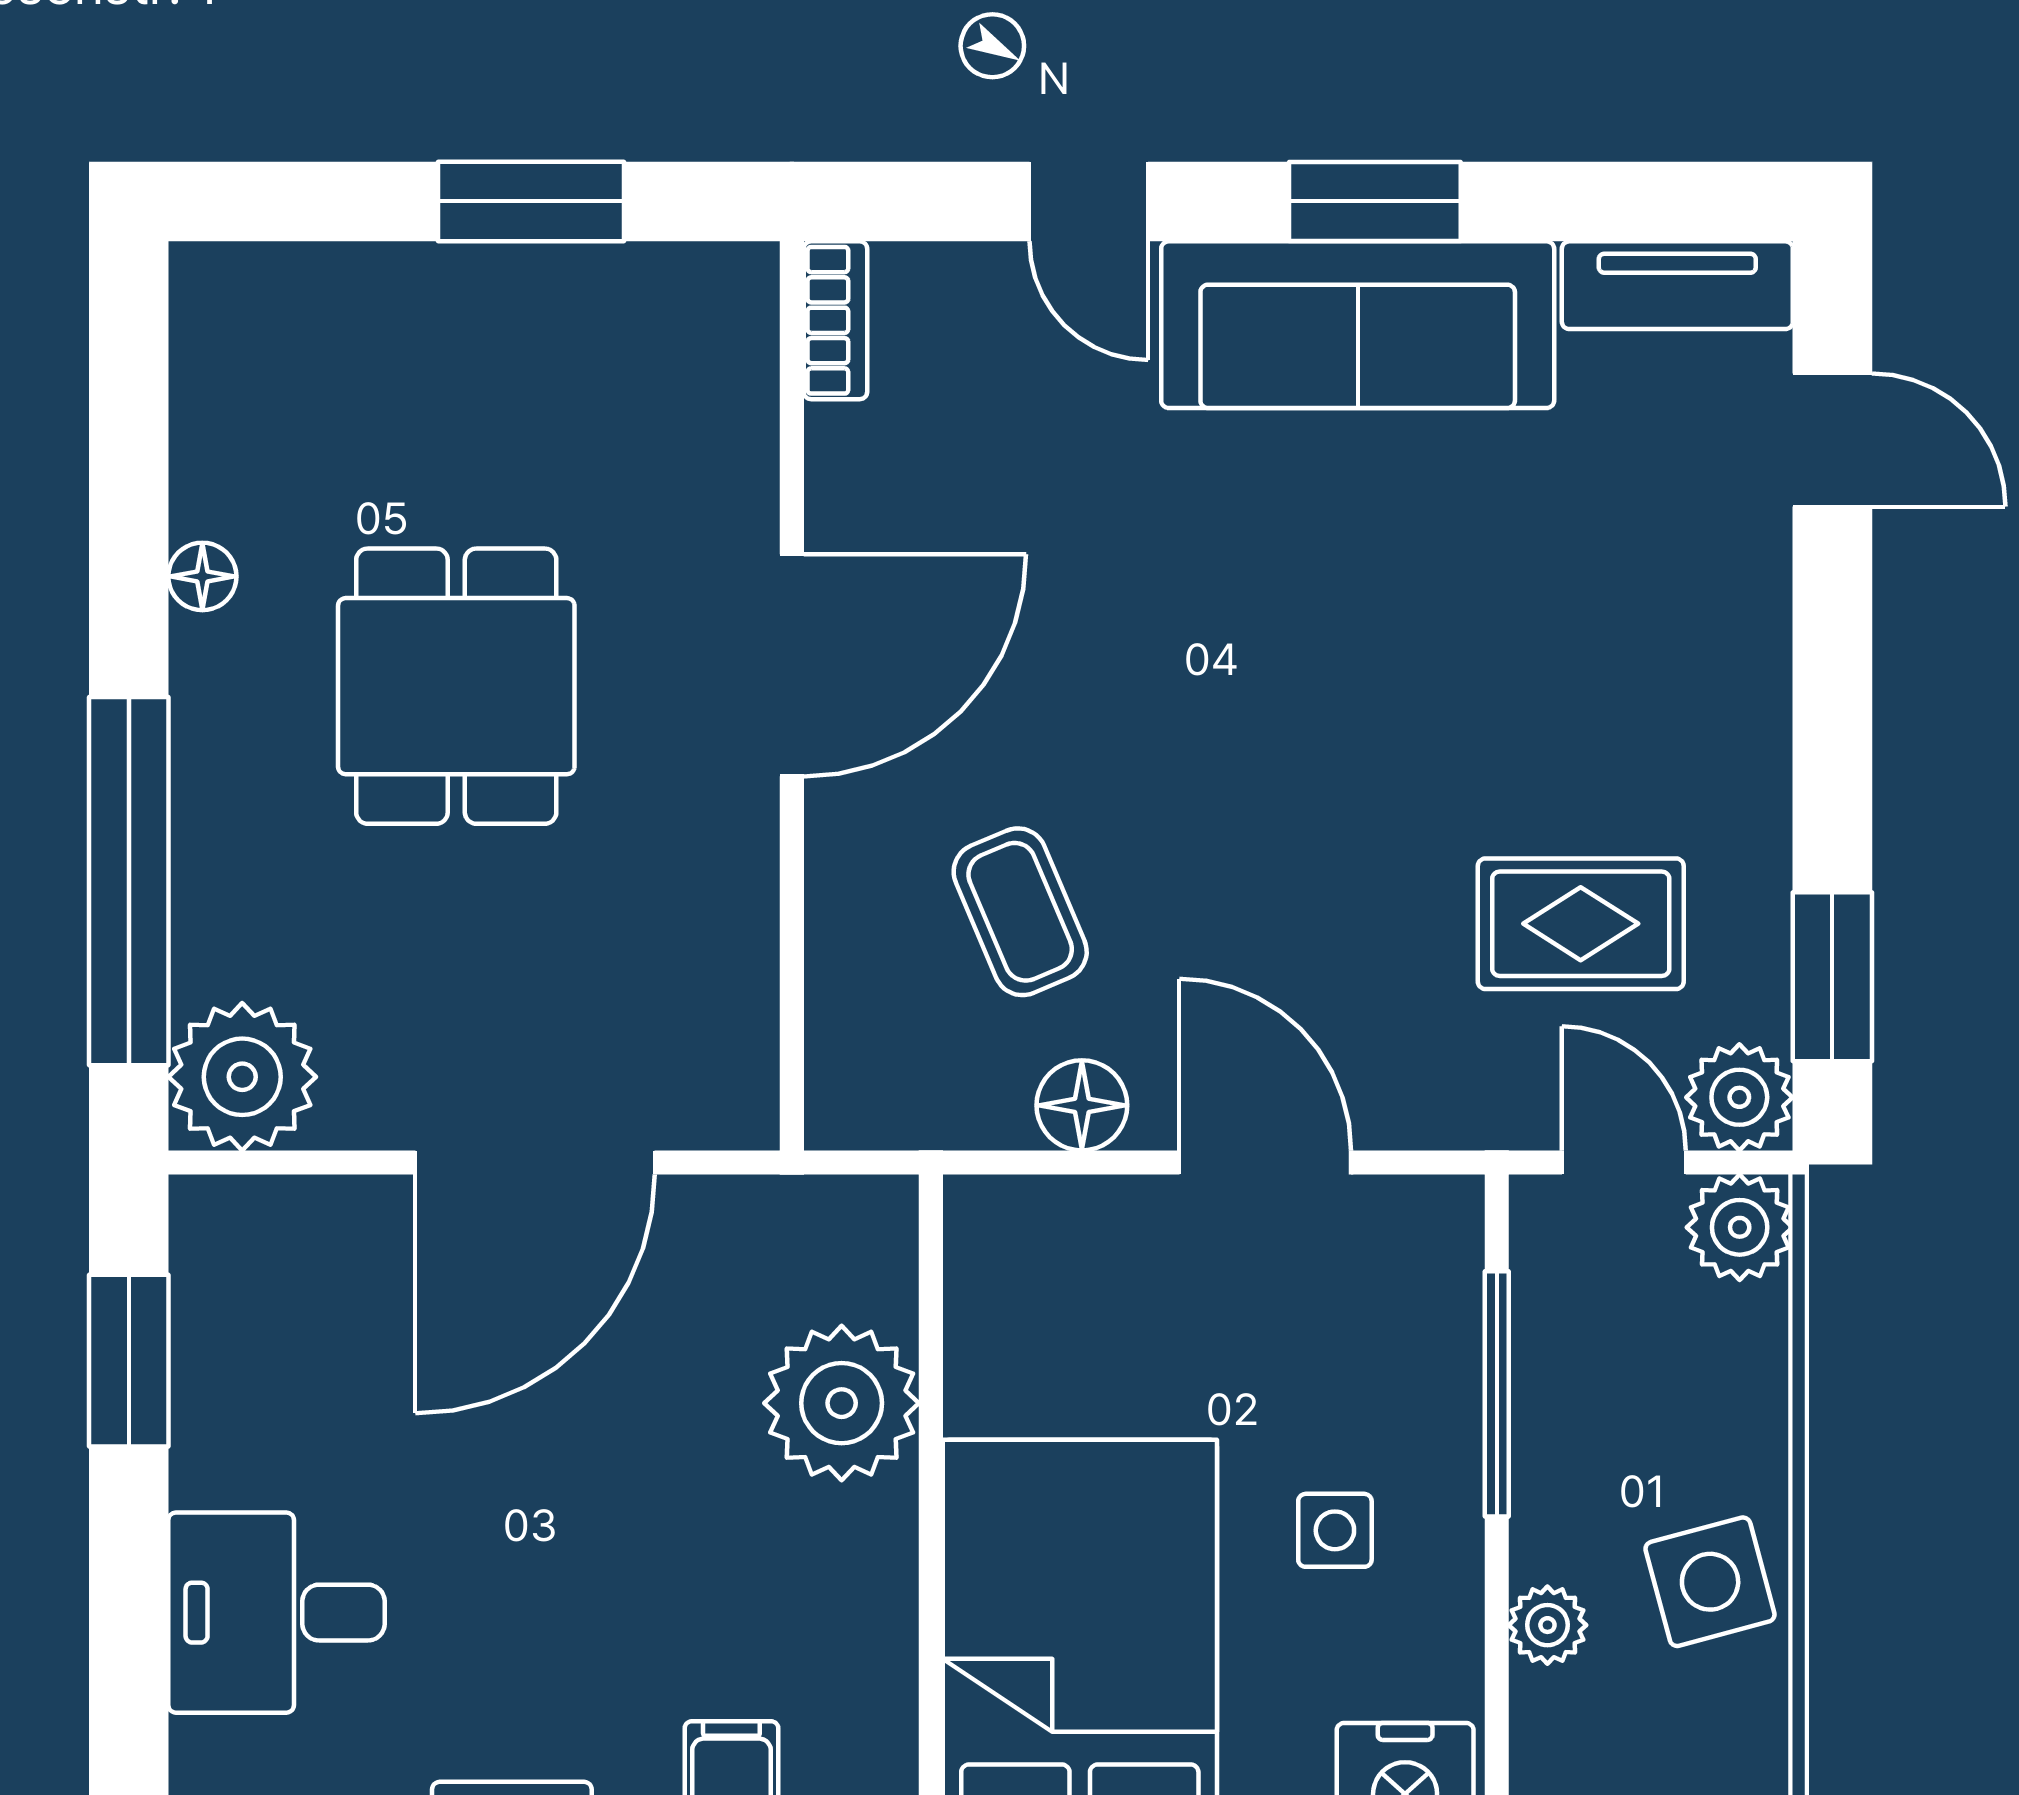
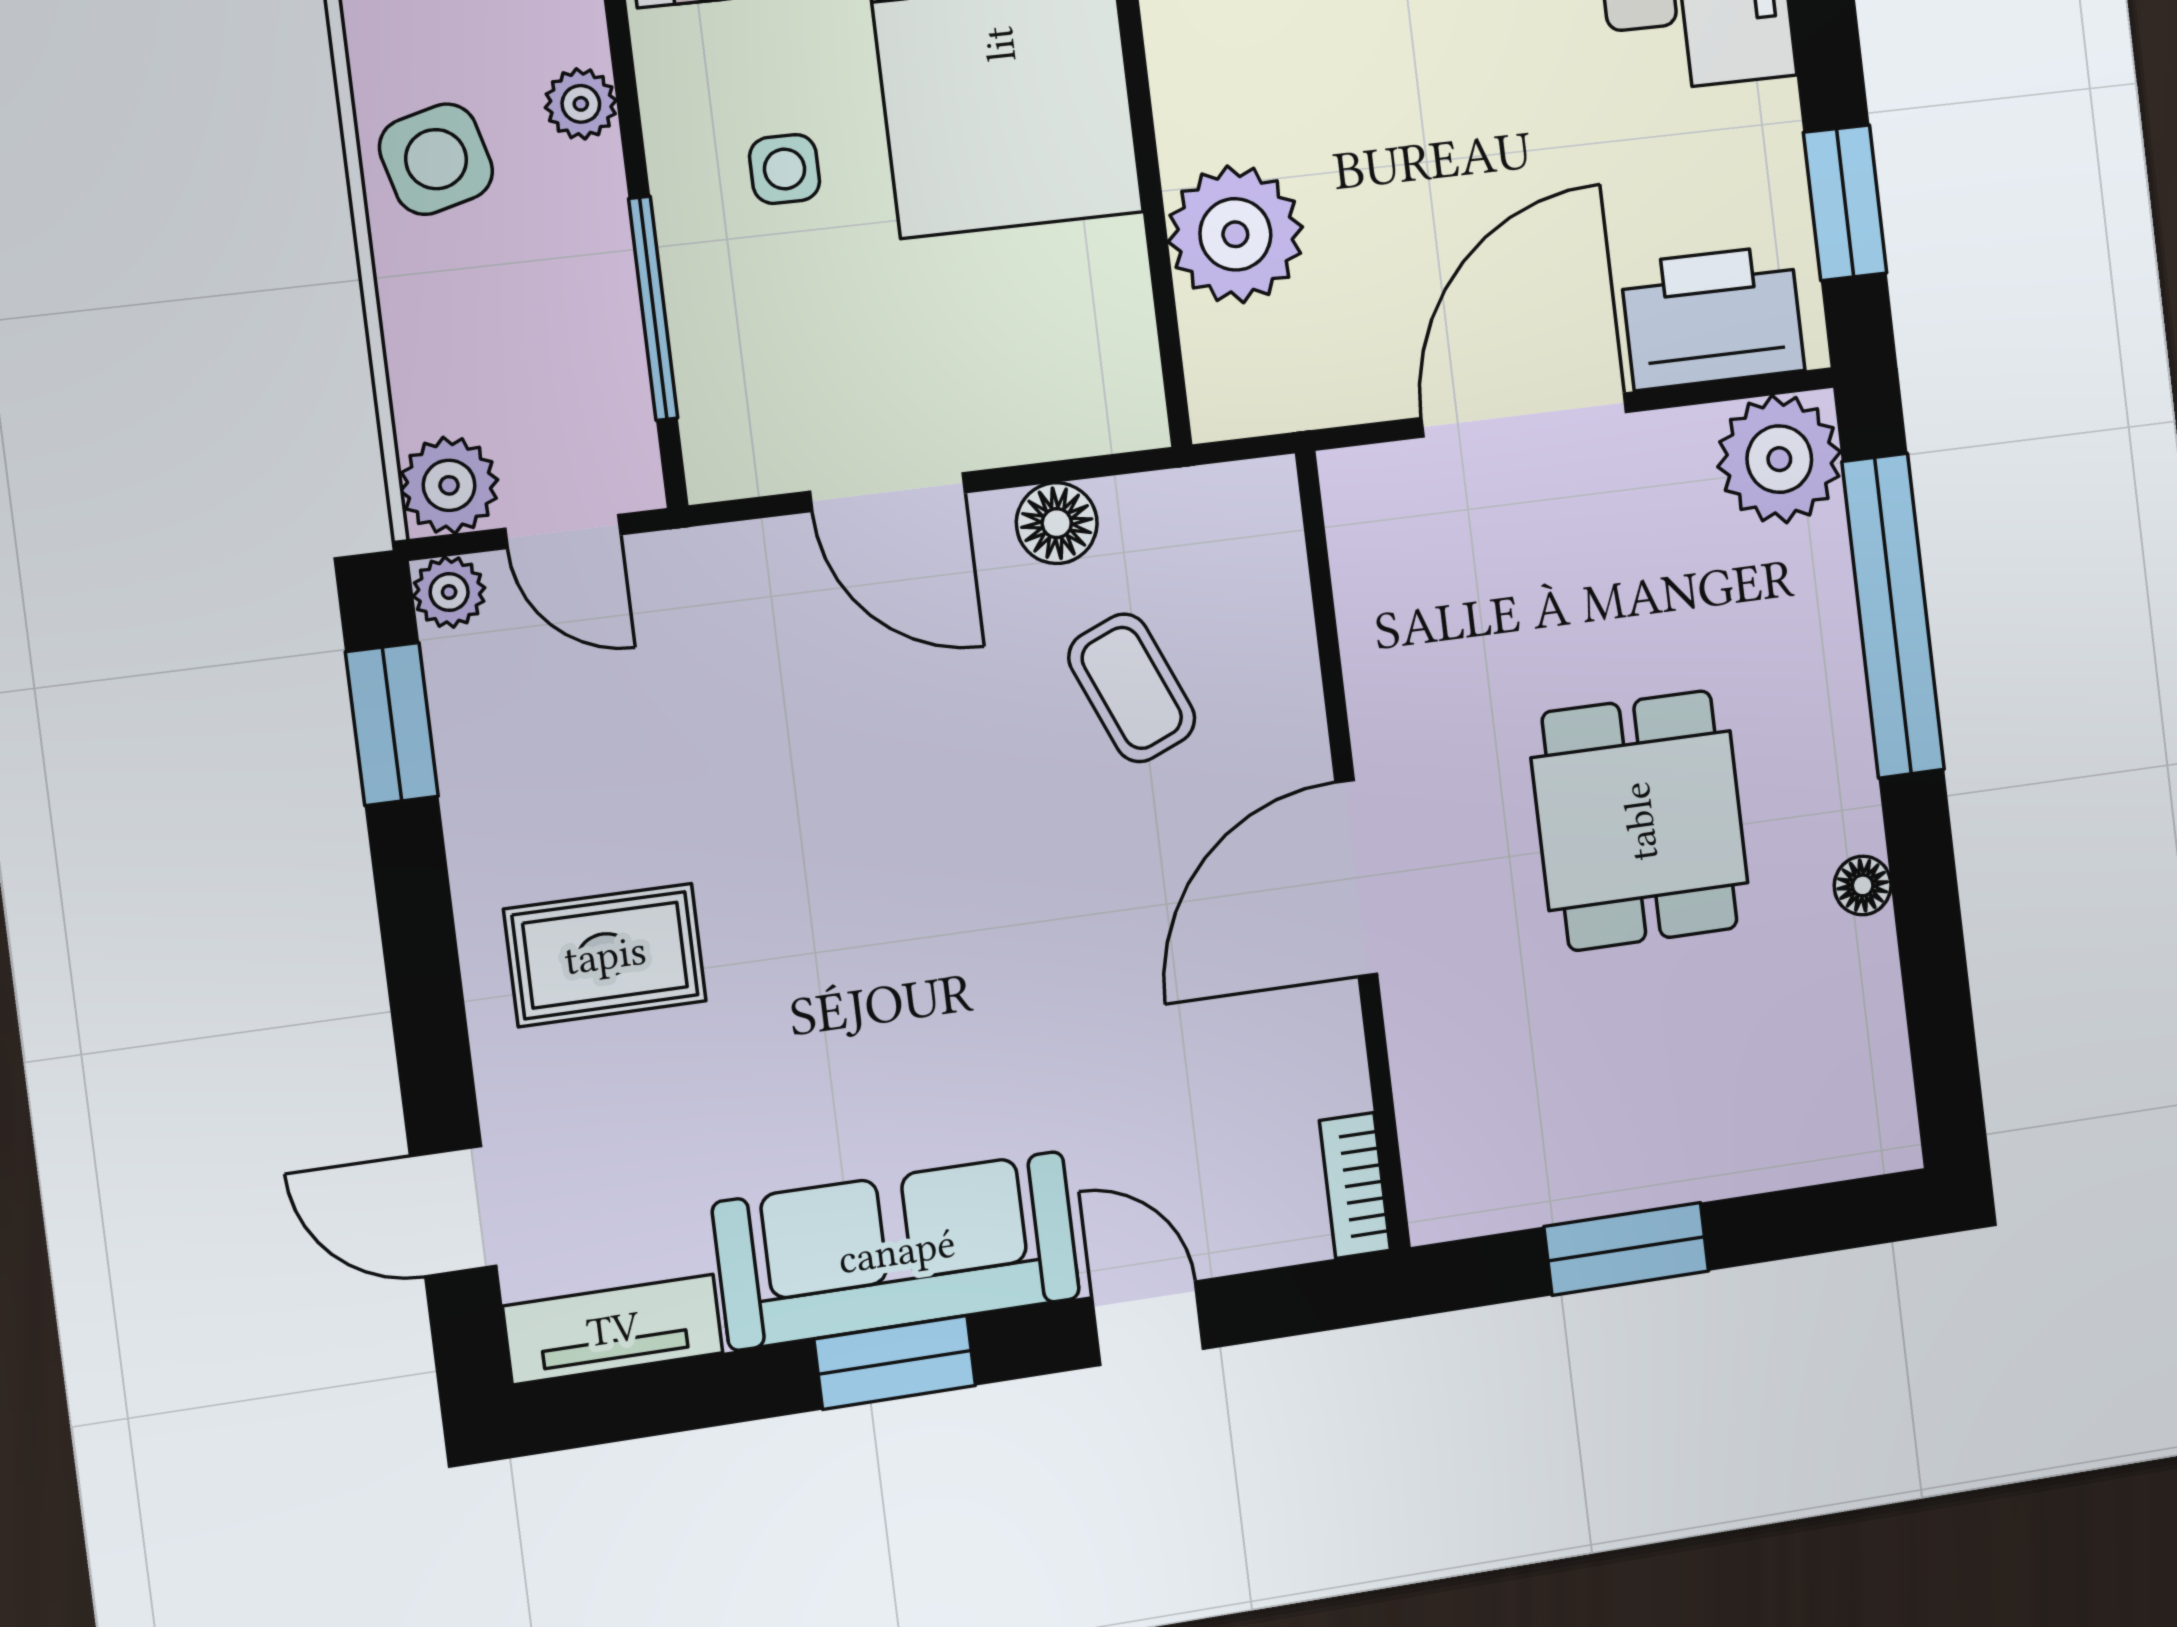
rug: (1581, 924) -> (605, 955), moved
plant: (1739, 1097) -> (449, 592), width x0.73, depth x0.73
printer: (302, 1248) -> (1713, 317), added

